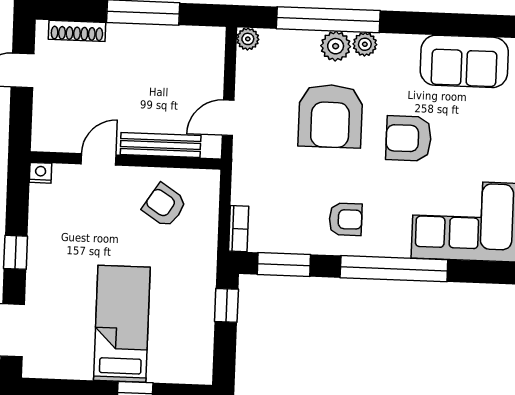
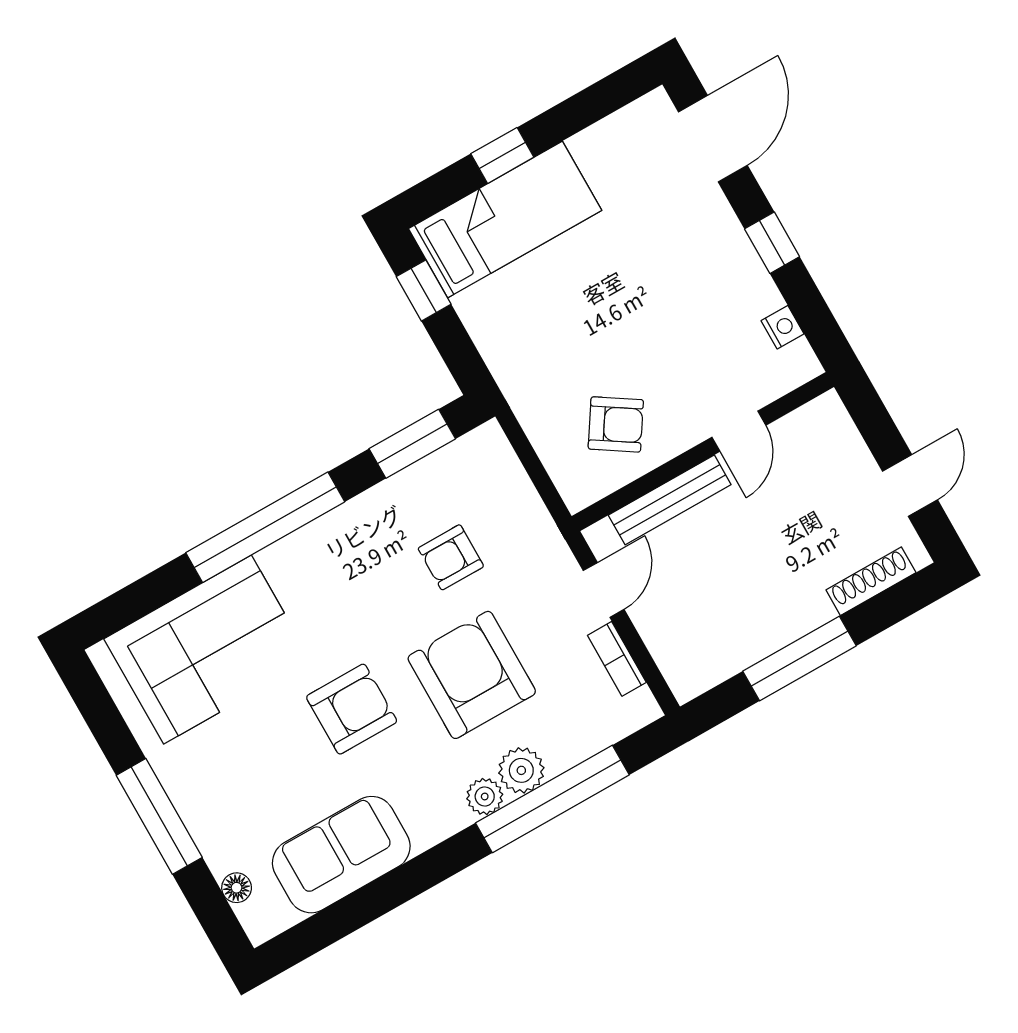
plant: (248, 39) -> (642, 709), removed
nightstand: (40, 173) -> (782, 327), moved, turned -90
armchair: (346, 219) -> (451, 557), moved
bookcase: (239, 229) -> (617, 659), moved
window: (226, 305) -> (424, 290), moved
bed: (122, 324) -> (505, 220), moved, turned -90

